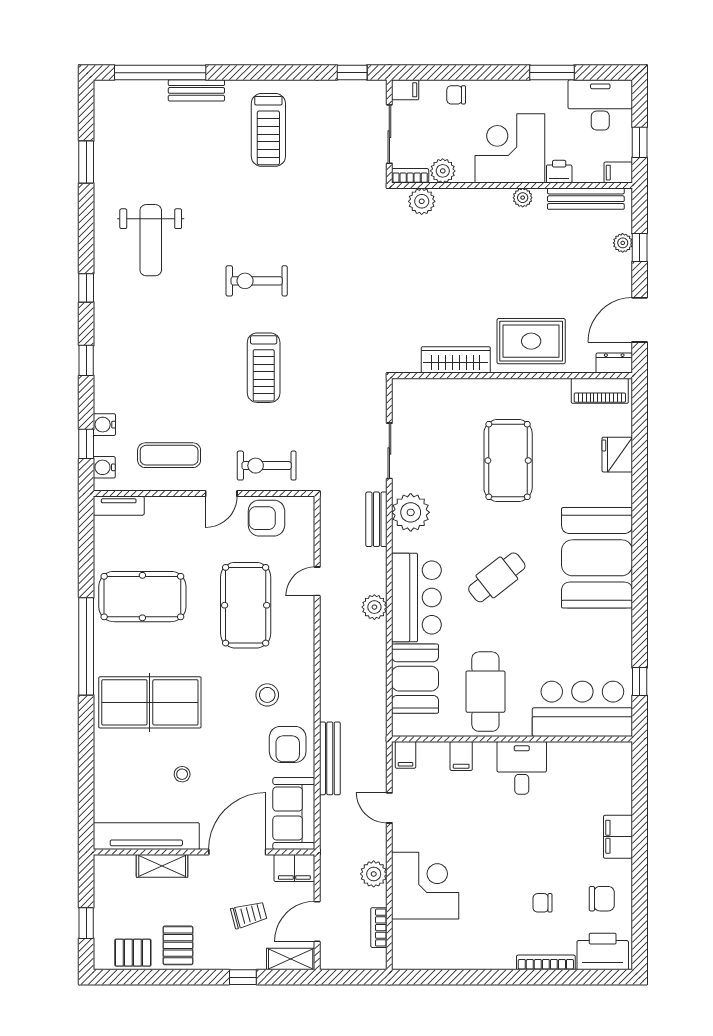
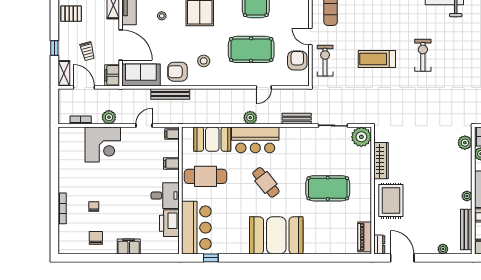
window: (640, 248) -> (440, 258), removed
fridge: (617, 455) -> (331, 246), removed
plant: (411, 512) -> (361, 137), moved
door: (317, 581) -> (264, 87), swing flipped
chair: (602, 899) -> (96, 238), turned 180
printer: (603, 952) -> (169, 223), moved, turned 180

